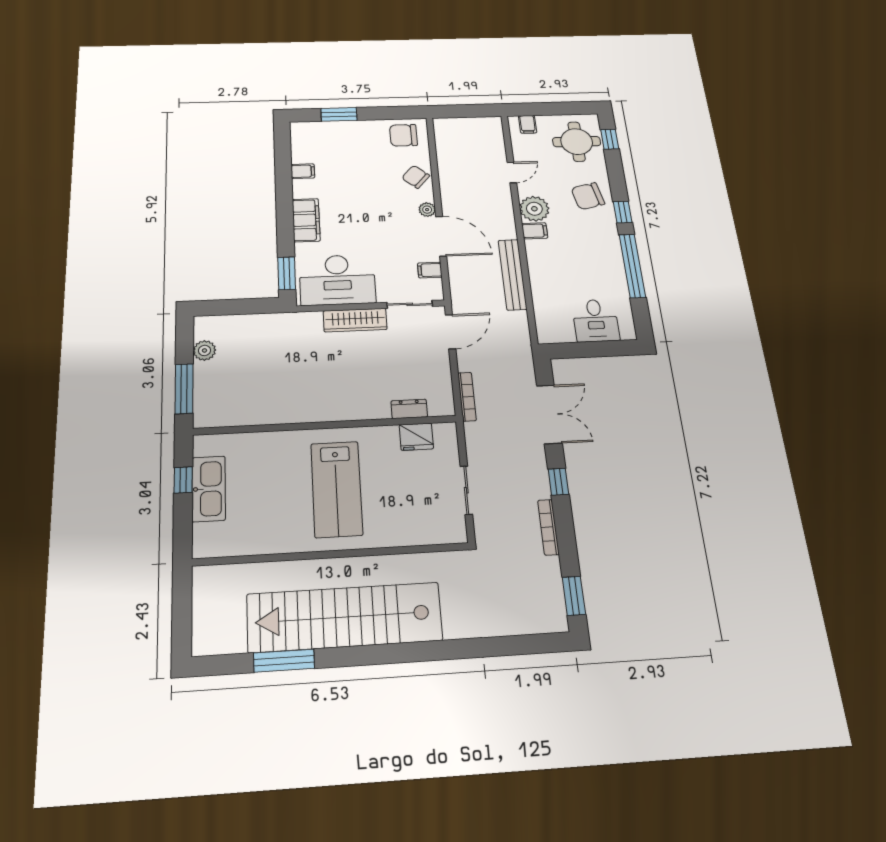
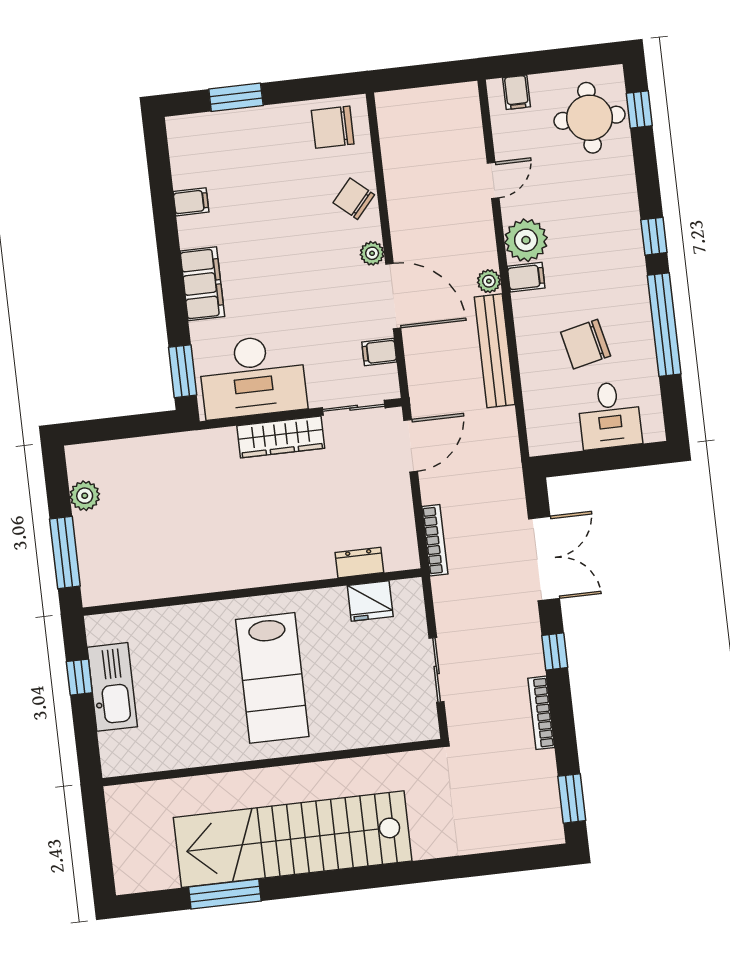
chair: (588, 196) -> (586, 344), moved
plant: (509, 231) -> (489, 281), added

